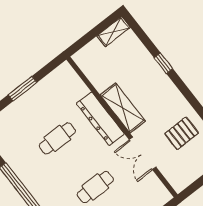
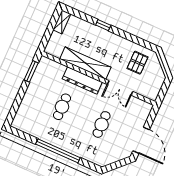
window: (22, 89) -> (31, 71), moved
shelving: (123, 108) -> (85, 63), width x1.47

